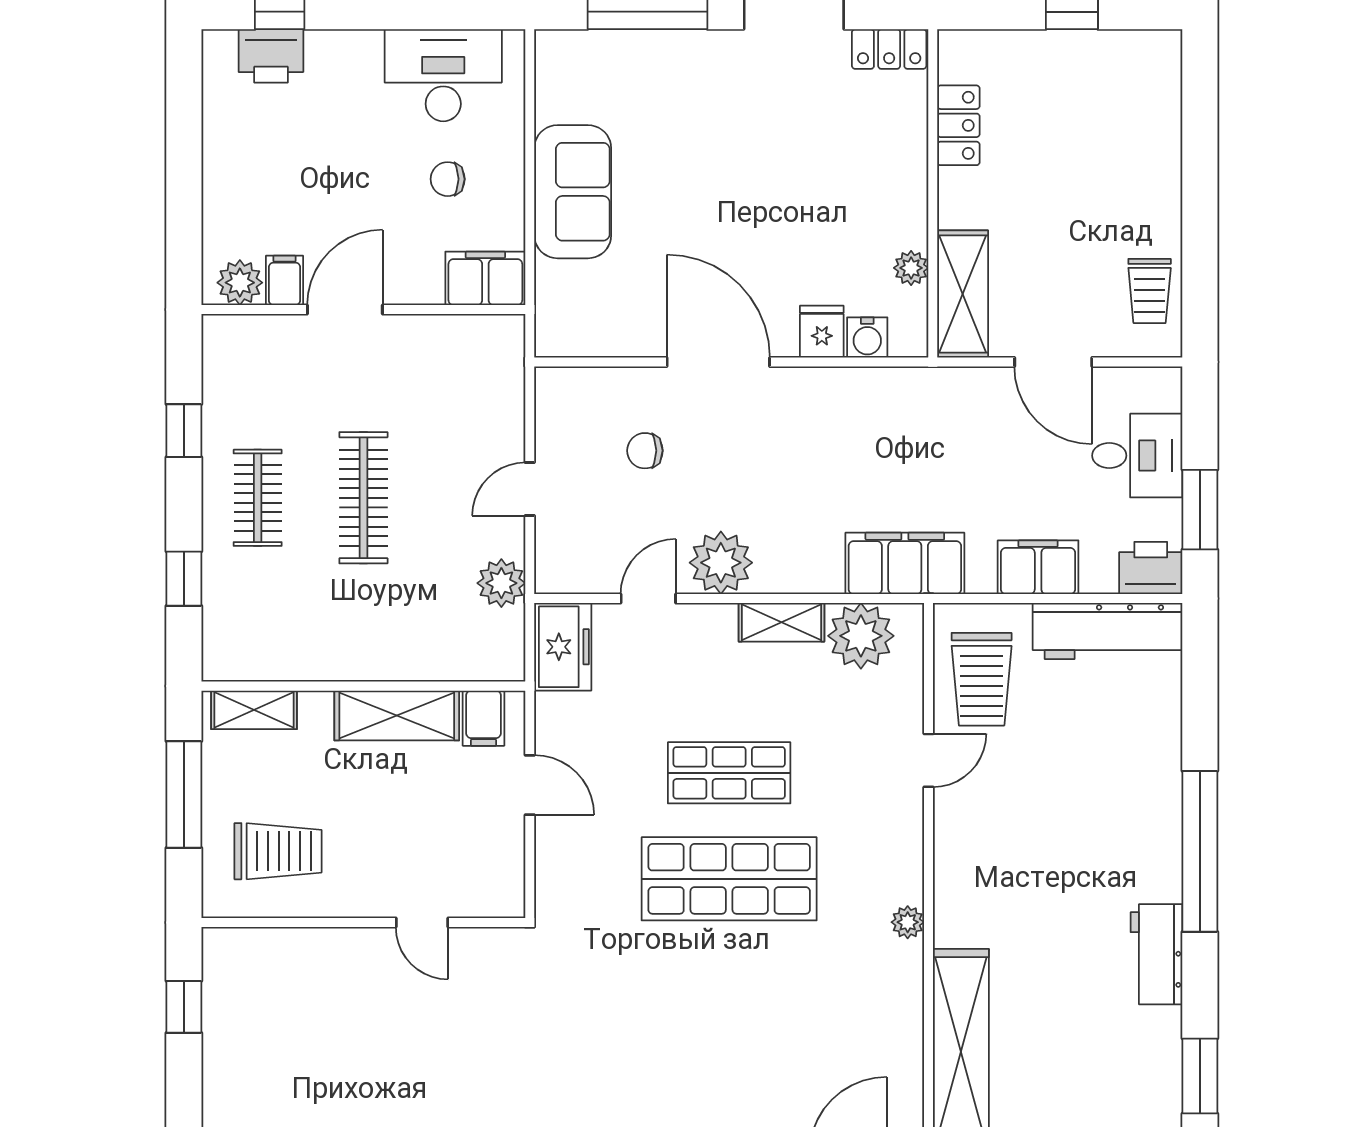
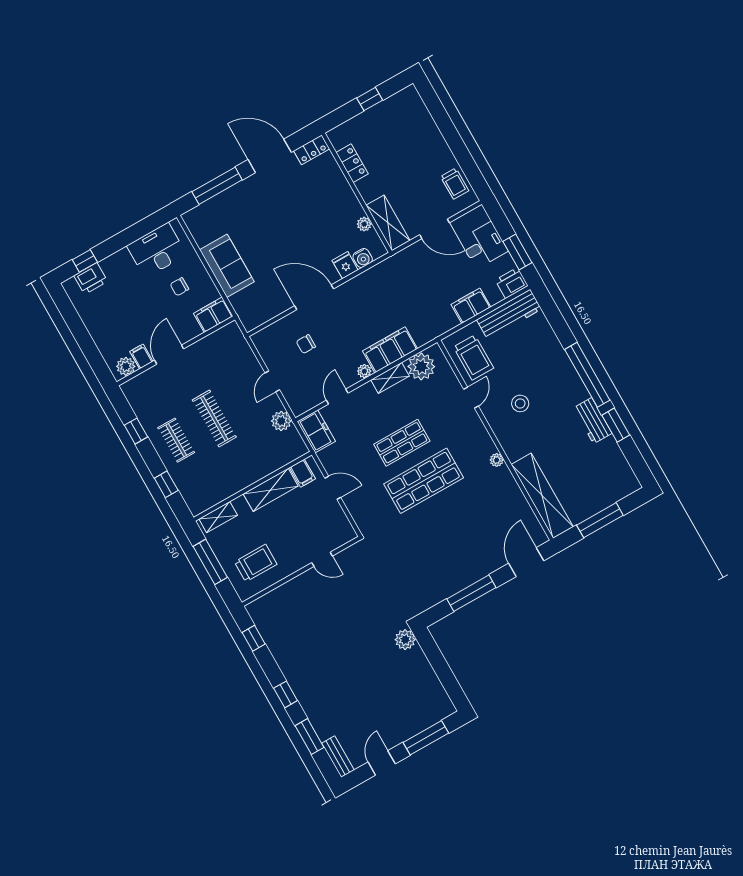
plant: (721, 563) -> (364, 371), width x0.53, depth x0.53
filing cabinet: (905, 563) -> (390, 350), moved
stool: (1025, 832) -> (520, 403), added
window: (1200, 1076) -> (616, 425), moved

